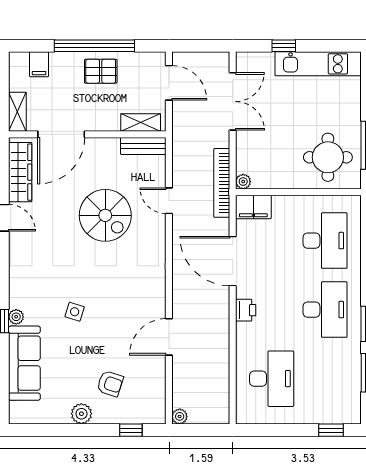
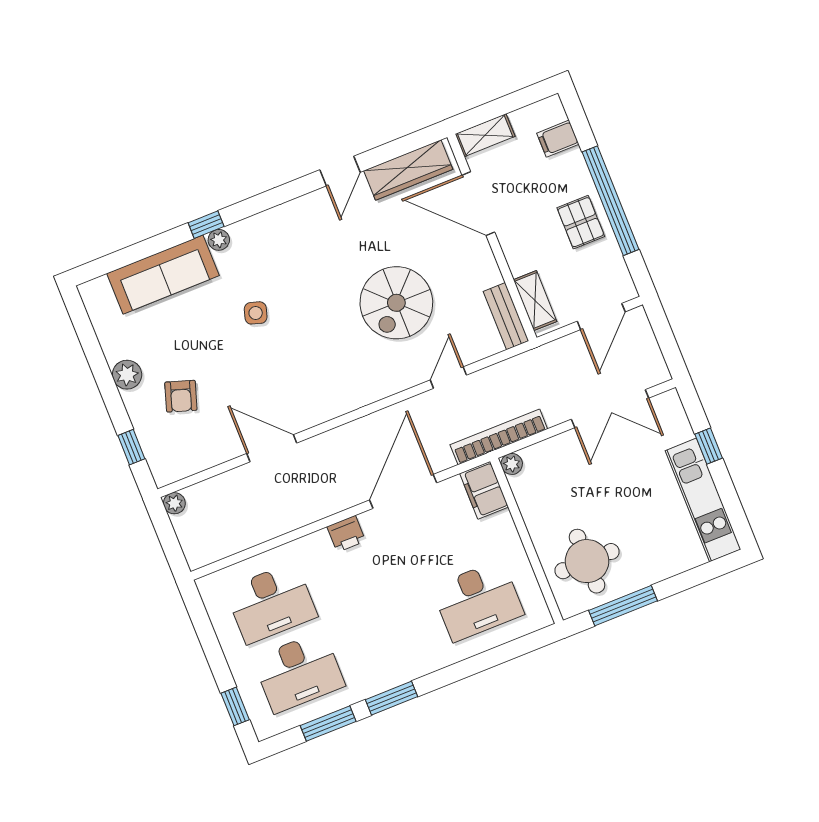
desk: (325, 310) -> (299, 672), moved

